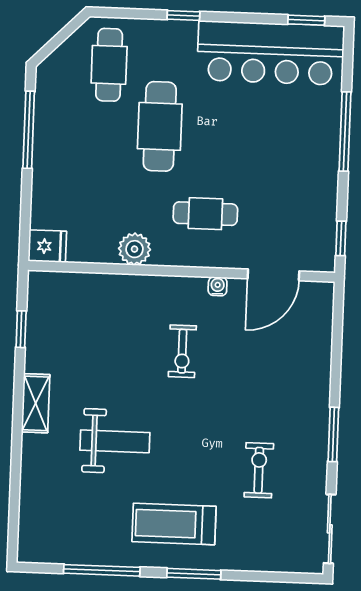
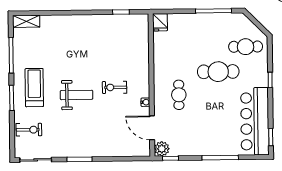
plant: (134, 249) -> (162, 149), moved
shelving: (36, 403) -> (26, 21), moved
weight bench: (115, 441) -> (77, 95), moved, turned -90
exercise bike: (259, 470) -> (29, 130), moved

